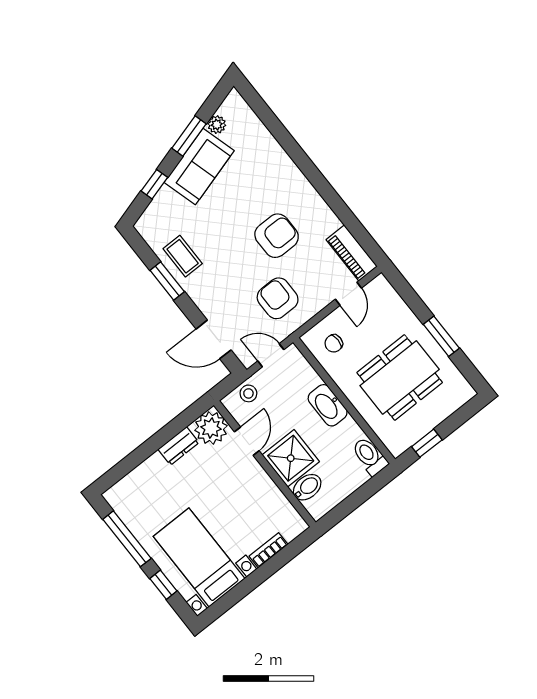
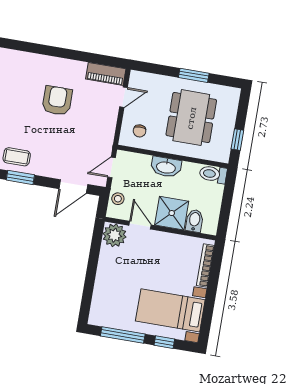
door: (348, 294) -> (124, 97), hinge flipped
armchair: (278, 298) -> (88, 134), removed
dresser: (178, 446) -> (106, 260), removed
bookcase: (269, 550) -> (205, 266), width x1.56

